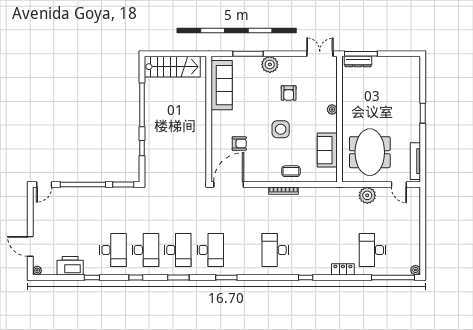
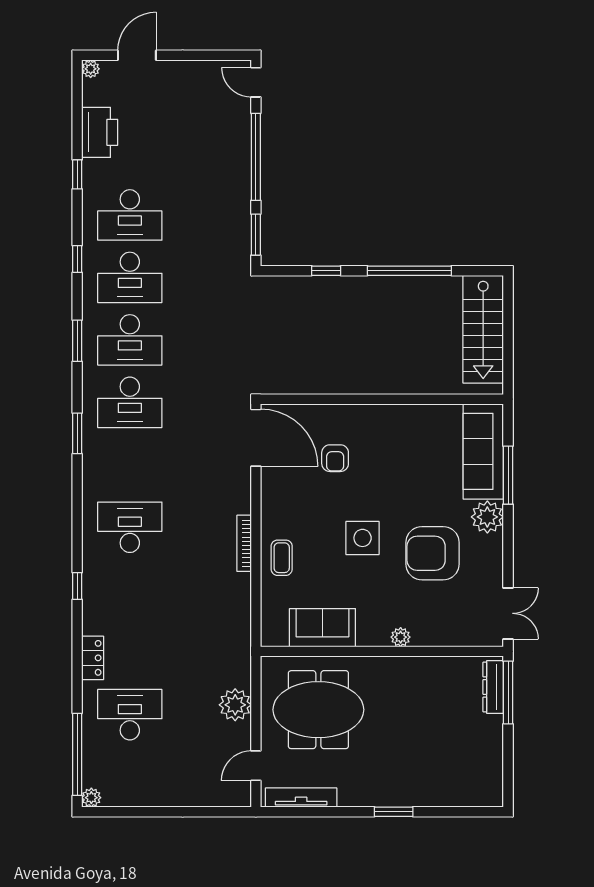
sofa: (222, 85) -> (483, 451), moved, turned 90
armchair: (289, 93) -> (432, 553), width x1.88, depth x1.88

